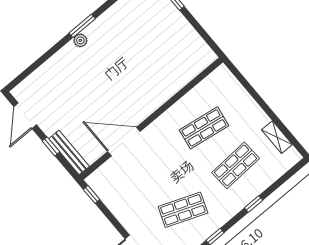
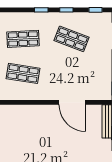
window: (254, 204) -> (41, 10), moved

